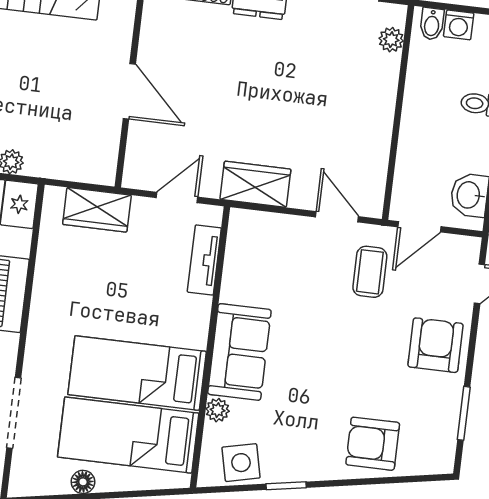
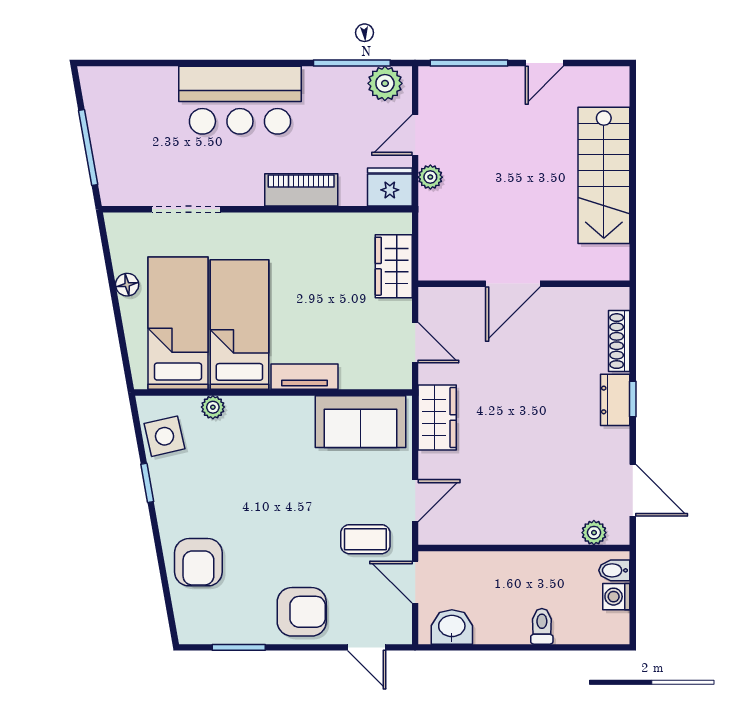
tv unit: (204, 260) -> (305, 377), moved
sofa: (239, 352) -> (361, 422), moved
armchair: (373, 444) -> (198, 562), turned 180

